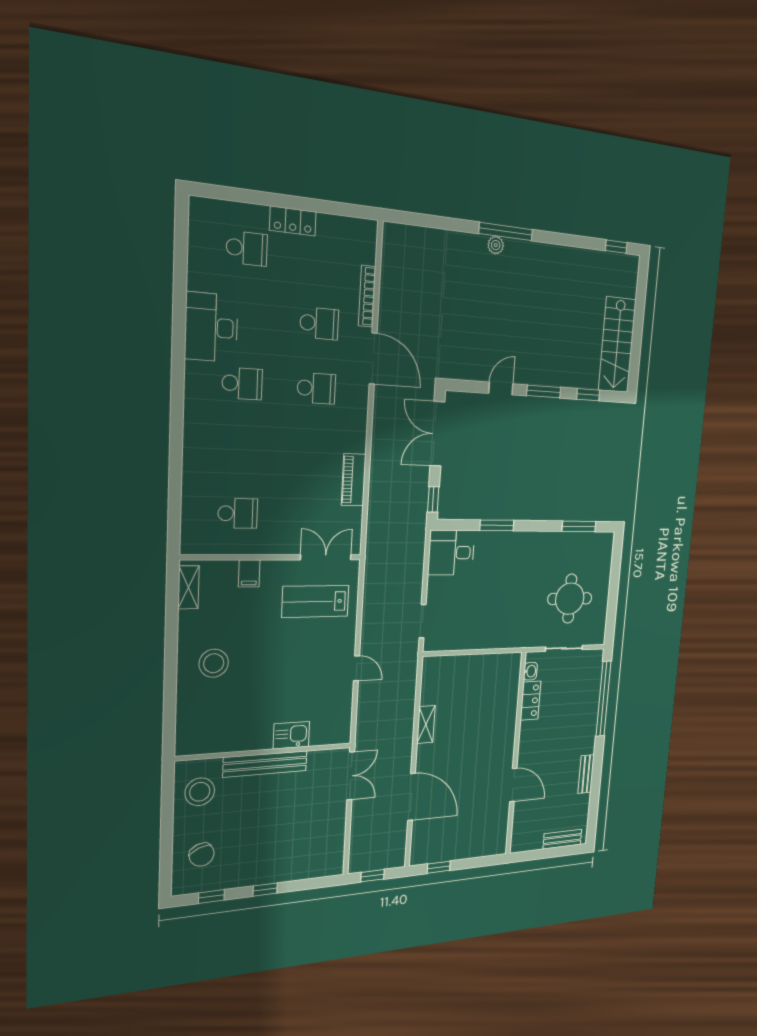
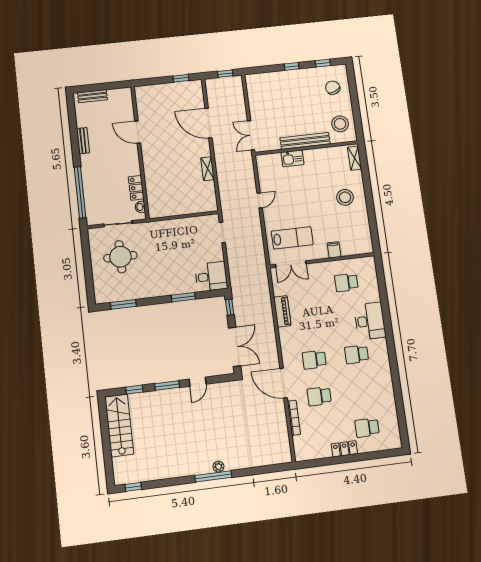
desk: (211, 327) -> (370, 321), moved
shelving: (188, 587) -> (354, 158), moved
door: (357, 668) -> (260, 200), swing flipped

